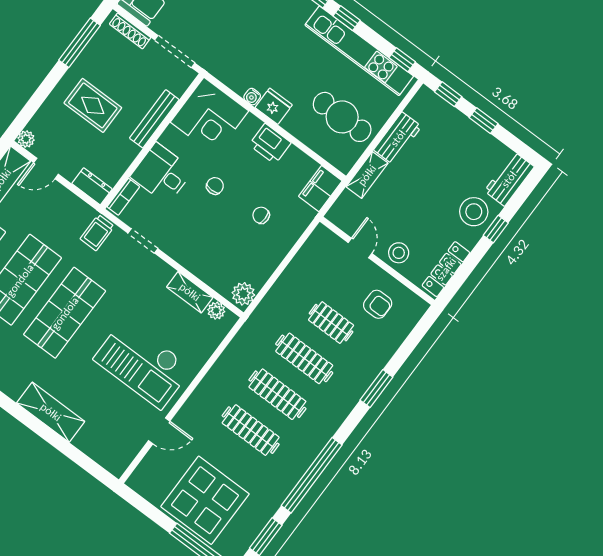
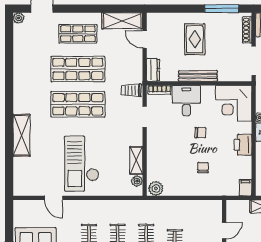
bench: (154, 119) -> (198, 76), moved
plant: (26, 139) -> (152, 18), removed
filing cabinet: (320, 189) -> (245, 188), width x0.50

